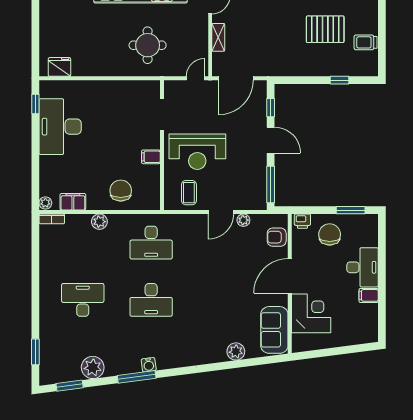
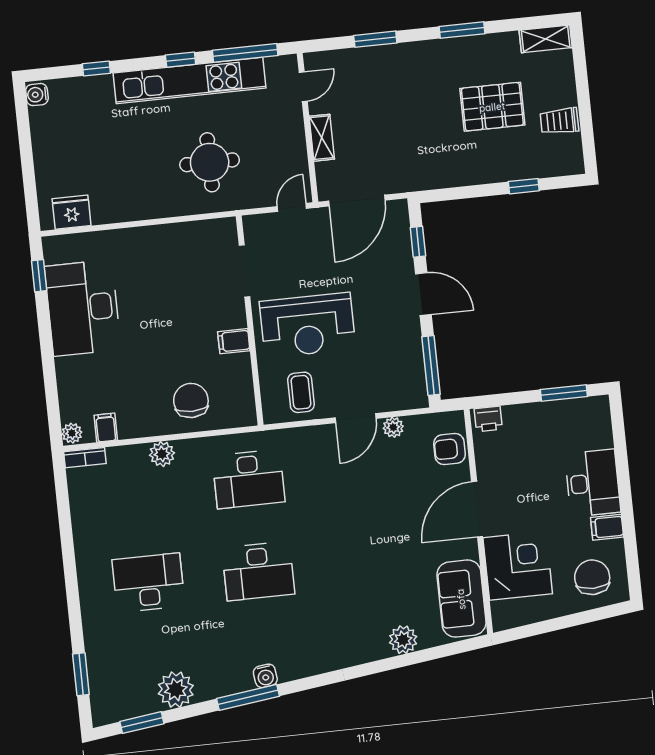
filing cabinet: (73, 202) -> (106, 428), width x0.50
chair: (330, 234) -> (592, 577), moved

